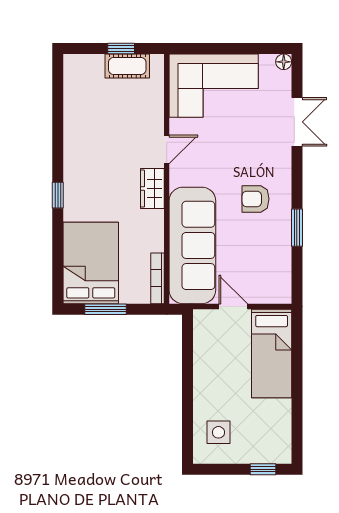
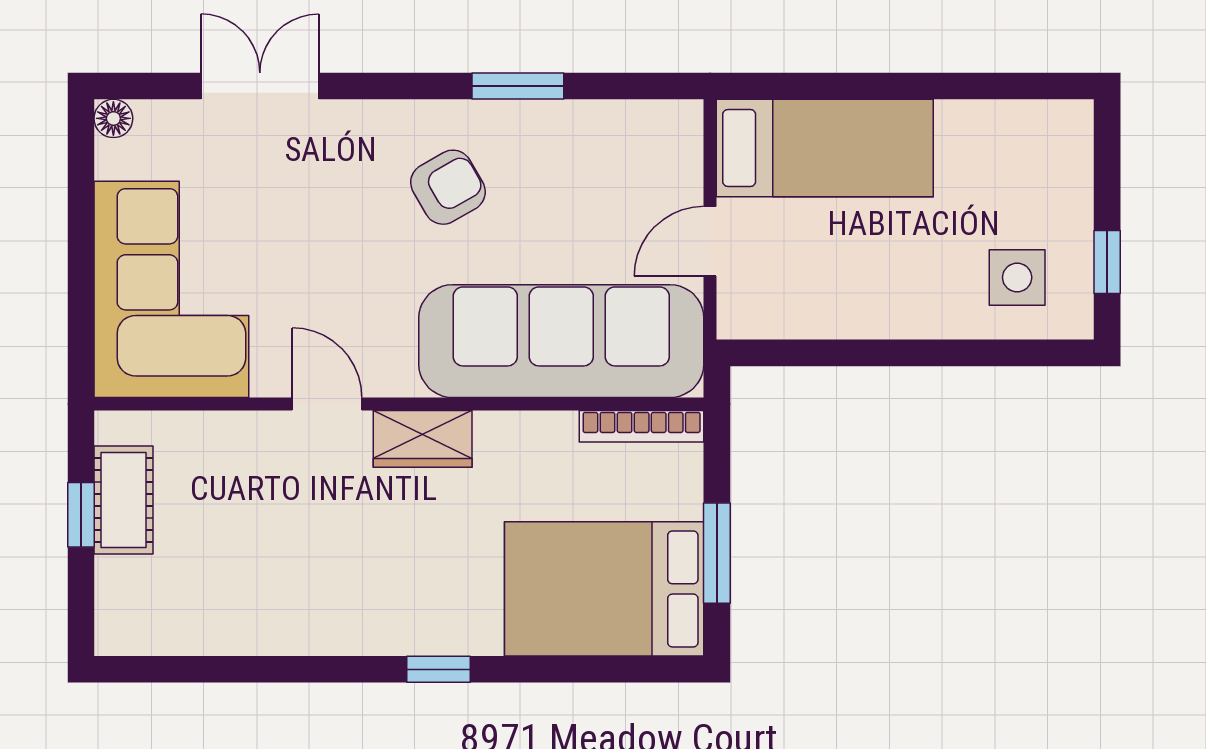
armchair: (256, 199) -> (448, 187), turned -120
window: (263, 469) -> (1107, 262), moved

